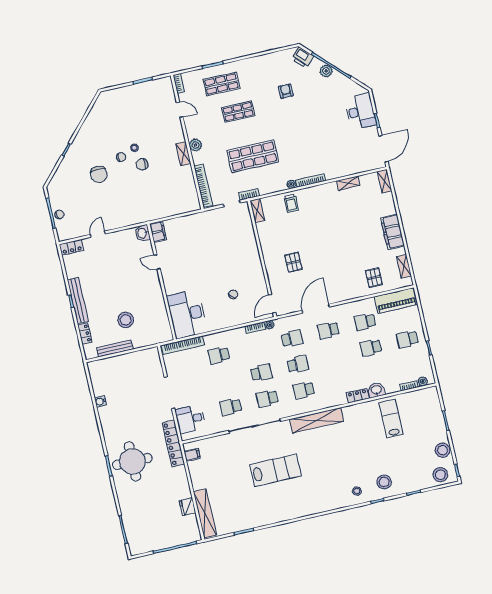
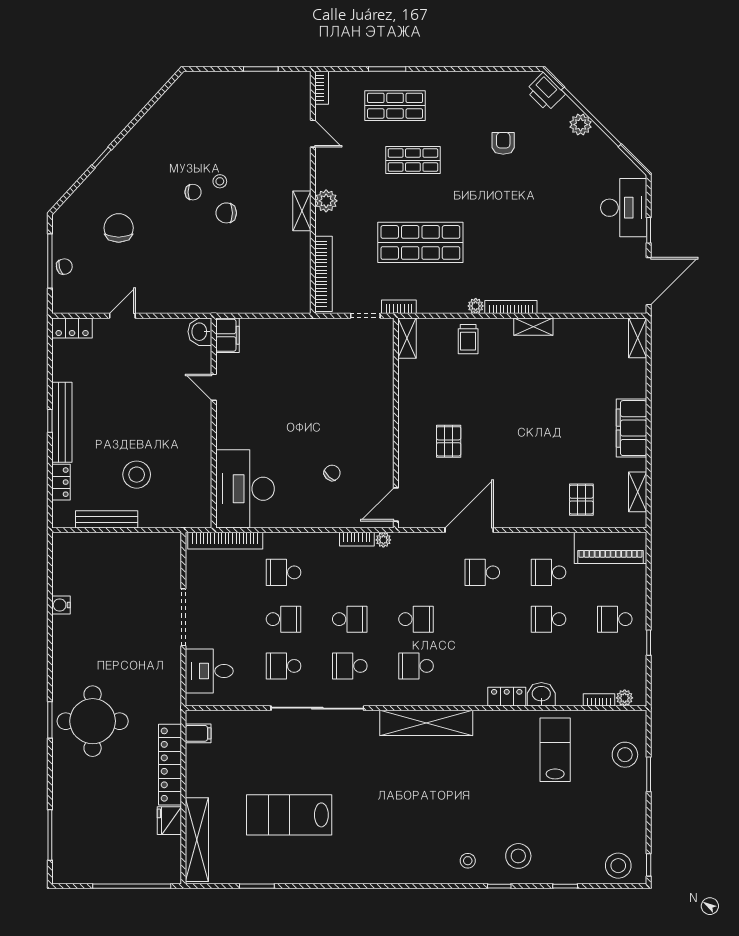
chair: (99, 174) -> (119, 228), moved, turned 180
shelving: (348, 183) -> (533, 327), moved
school desk: (292, 339) -> (284, 619), moved
locker: (173, 443) -> (170, 765), moved
stool: (443, 450) -> (625, 755), moved
lab bench: (276, 470) -> (289, 815), moved, turned 180

